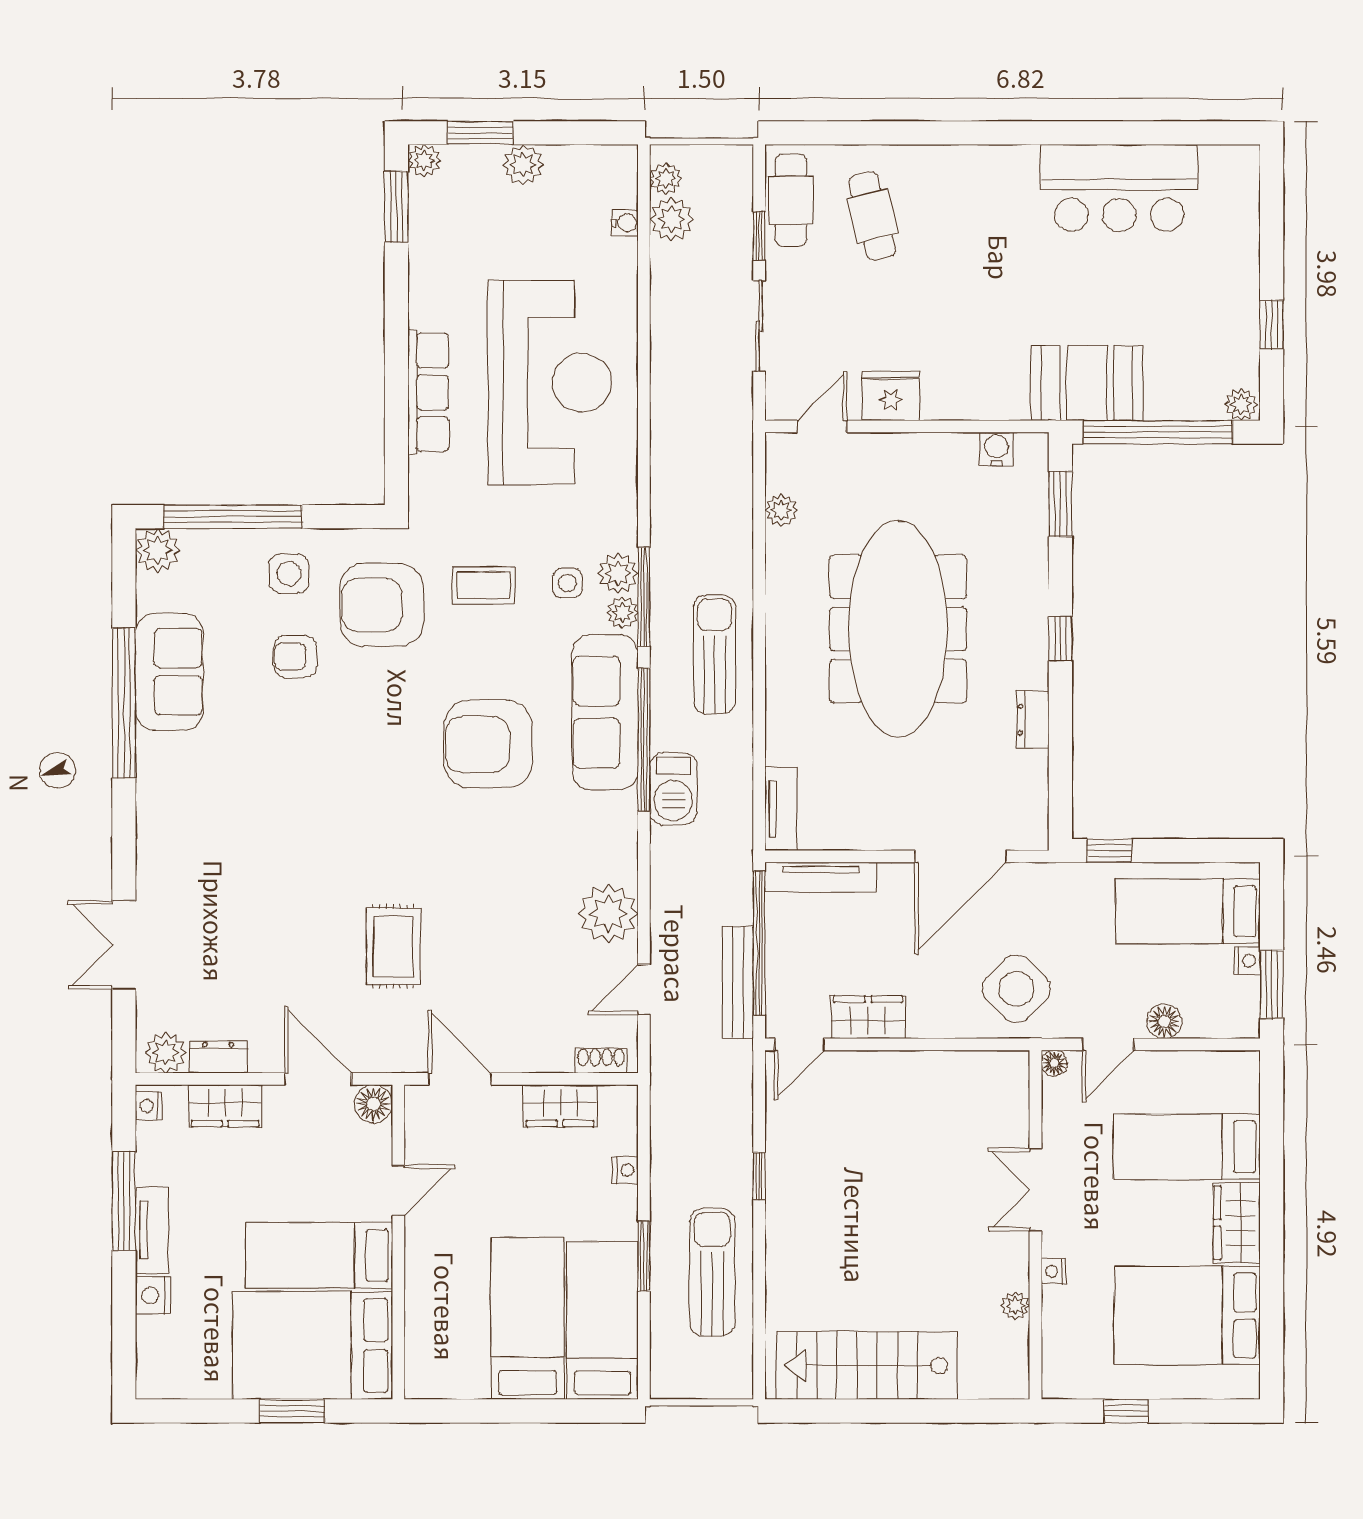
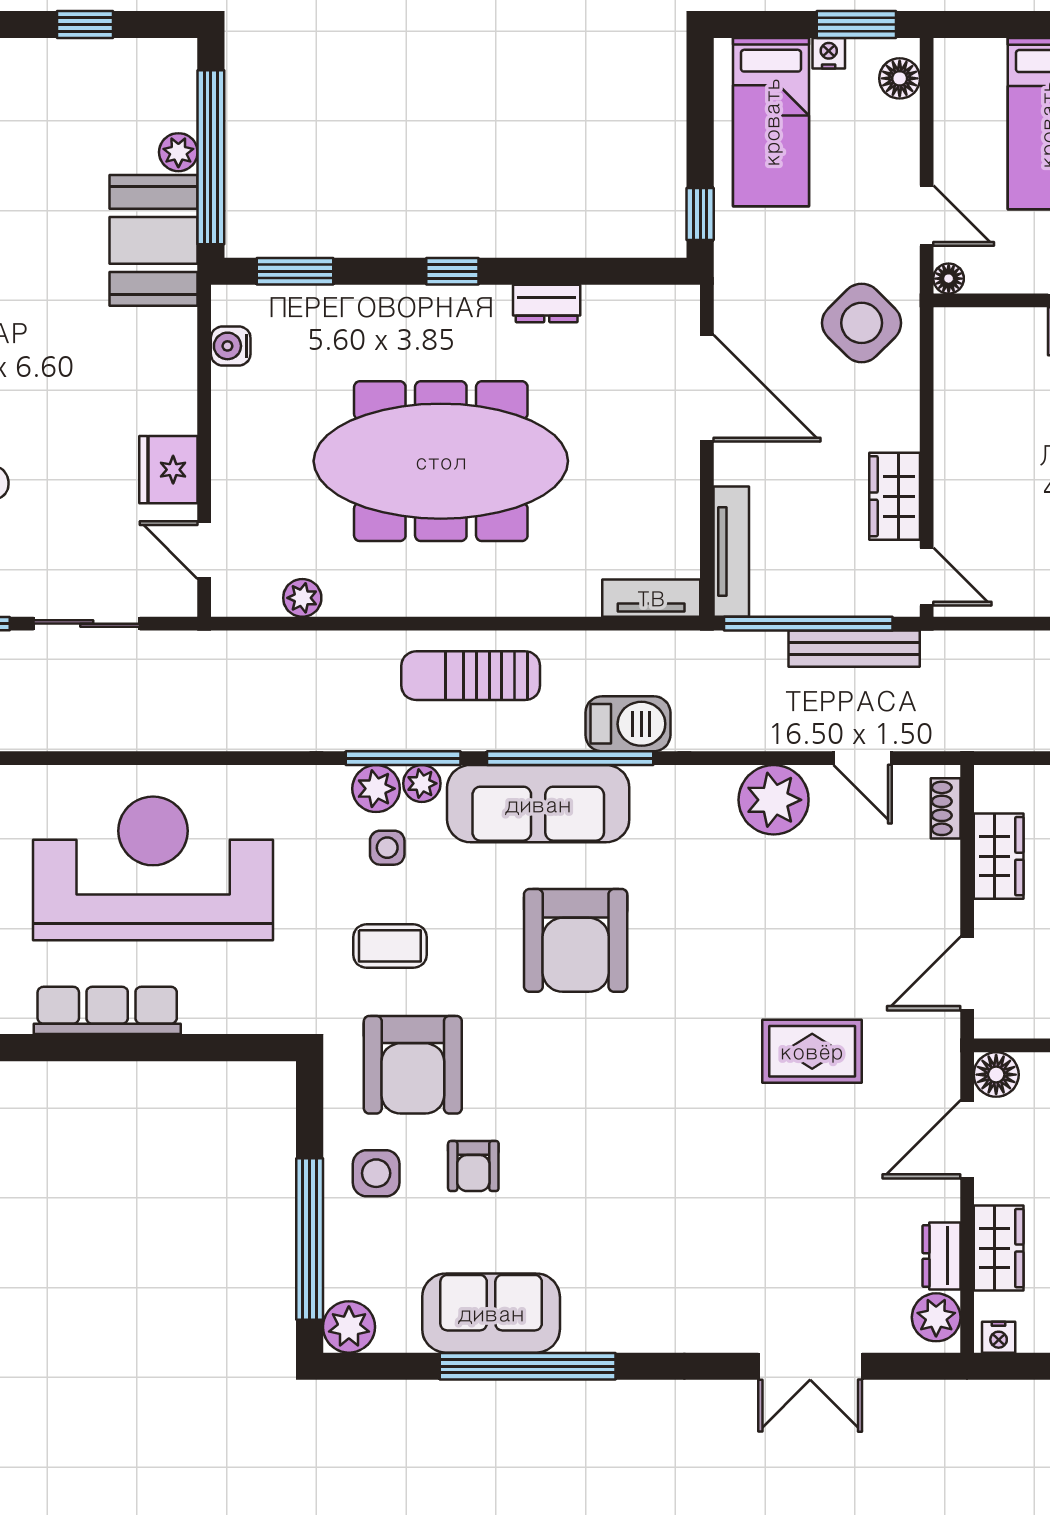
row of seats: (428, 392) -> (107, 1010), moved
plant: (1241, 404) -> (178, 152), moved
coffee table: (483, 585) -> (390, 946), turned 90
floor lamp: (1164, 1021) -> (900, 78), moved

